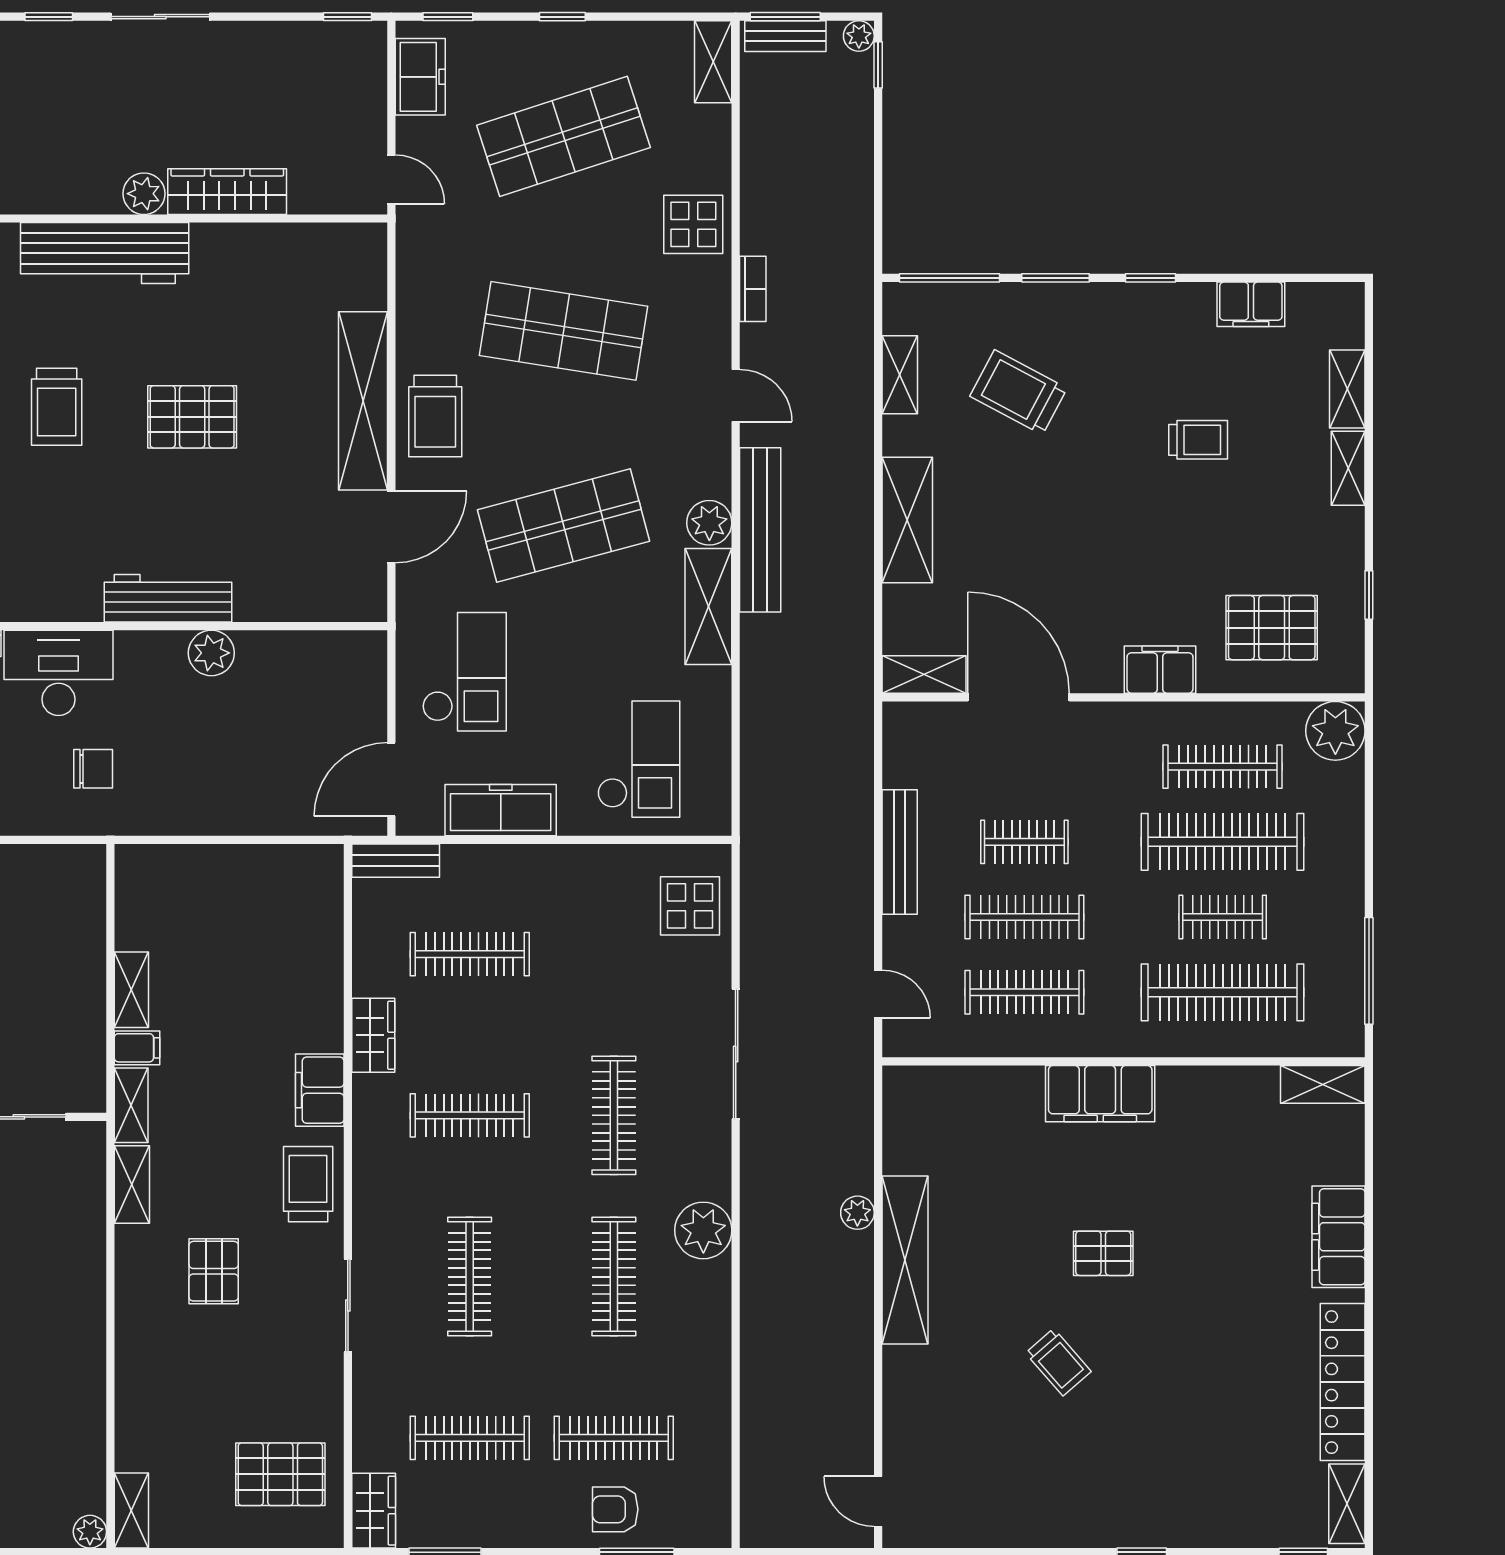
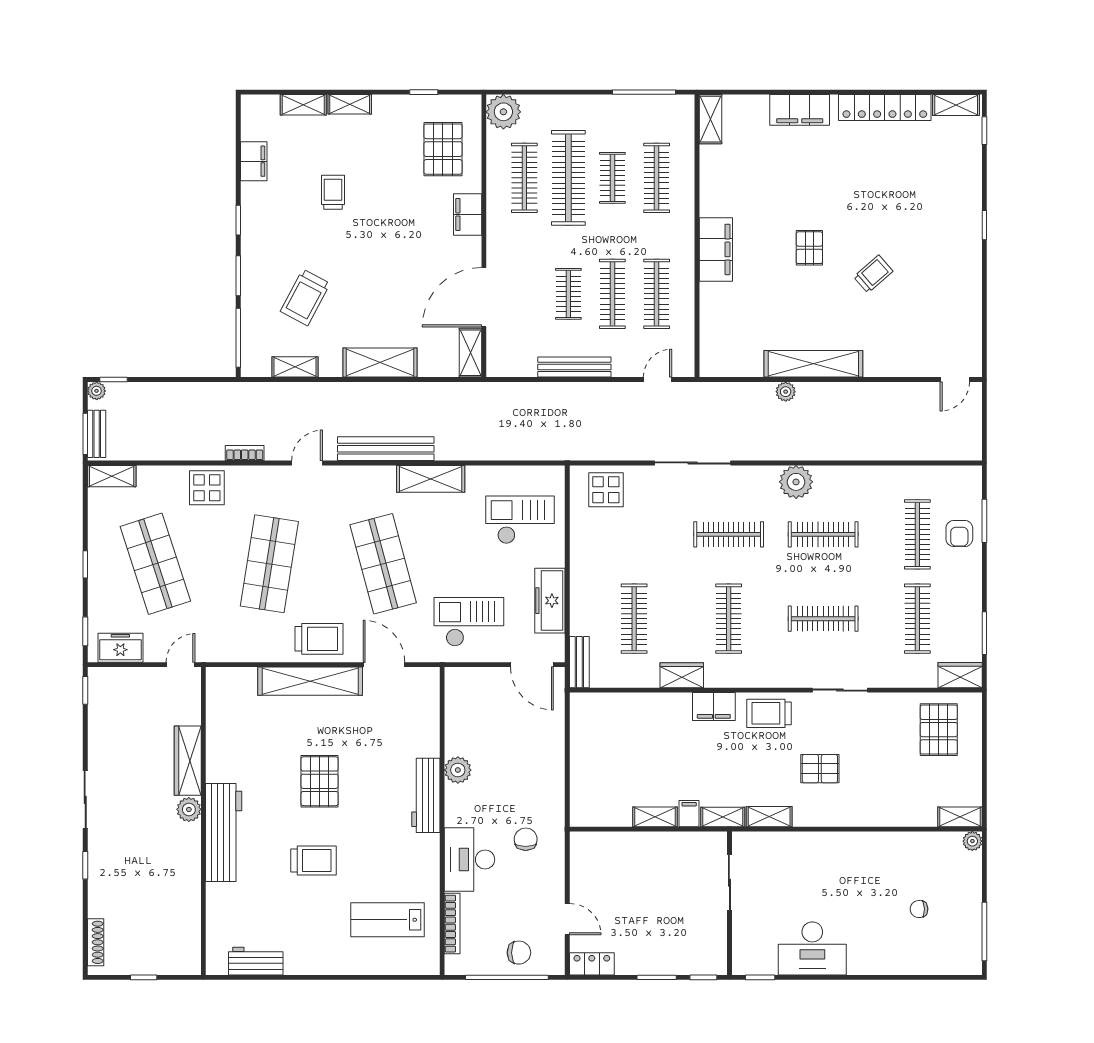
plant: (709, 523) -> (382, 478), removed
clothes rail: (1223, 992) -> (657, 178), width x0.73, depth x0.76

